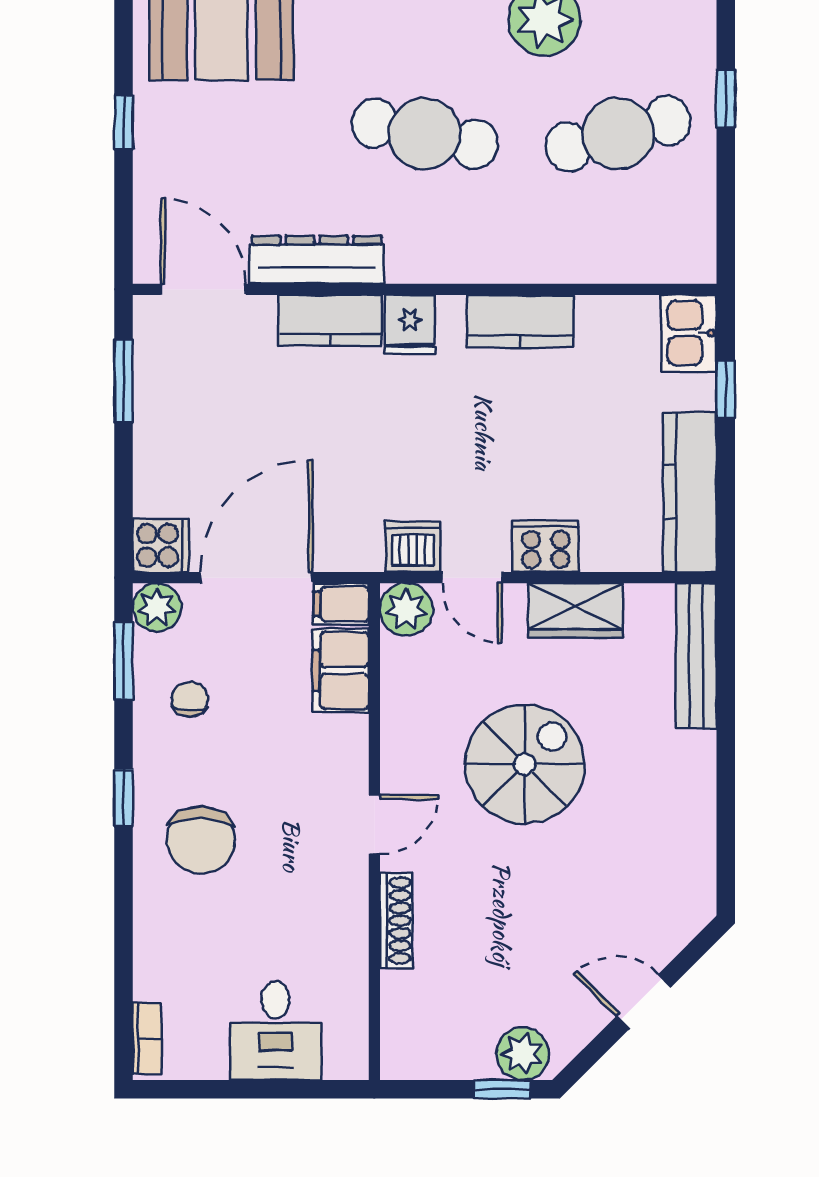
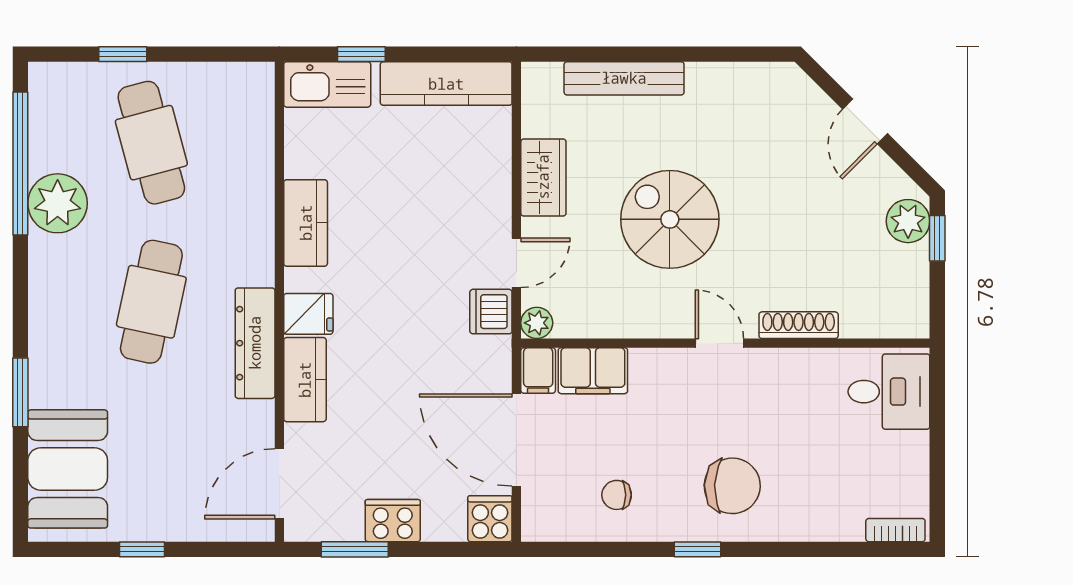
dresser: (317, 260) -> (255, 343), moved
kitchen sink: (689, 333) -> (327, 84), width x1.38
cooker: (546, 546) -> (393, 521), moved, turned 90
plant: (157, 607) -> (541, 522), removed
plant: (406, 609) -> (537, 323), width x0.73, depth x0.73
bench: (696, 656) -> (624, 78), moved
window: (124, 661) -> (585, 549), removed
desk: (276, 1030) -> (889, 392), moved

